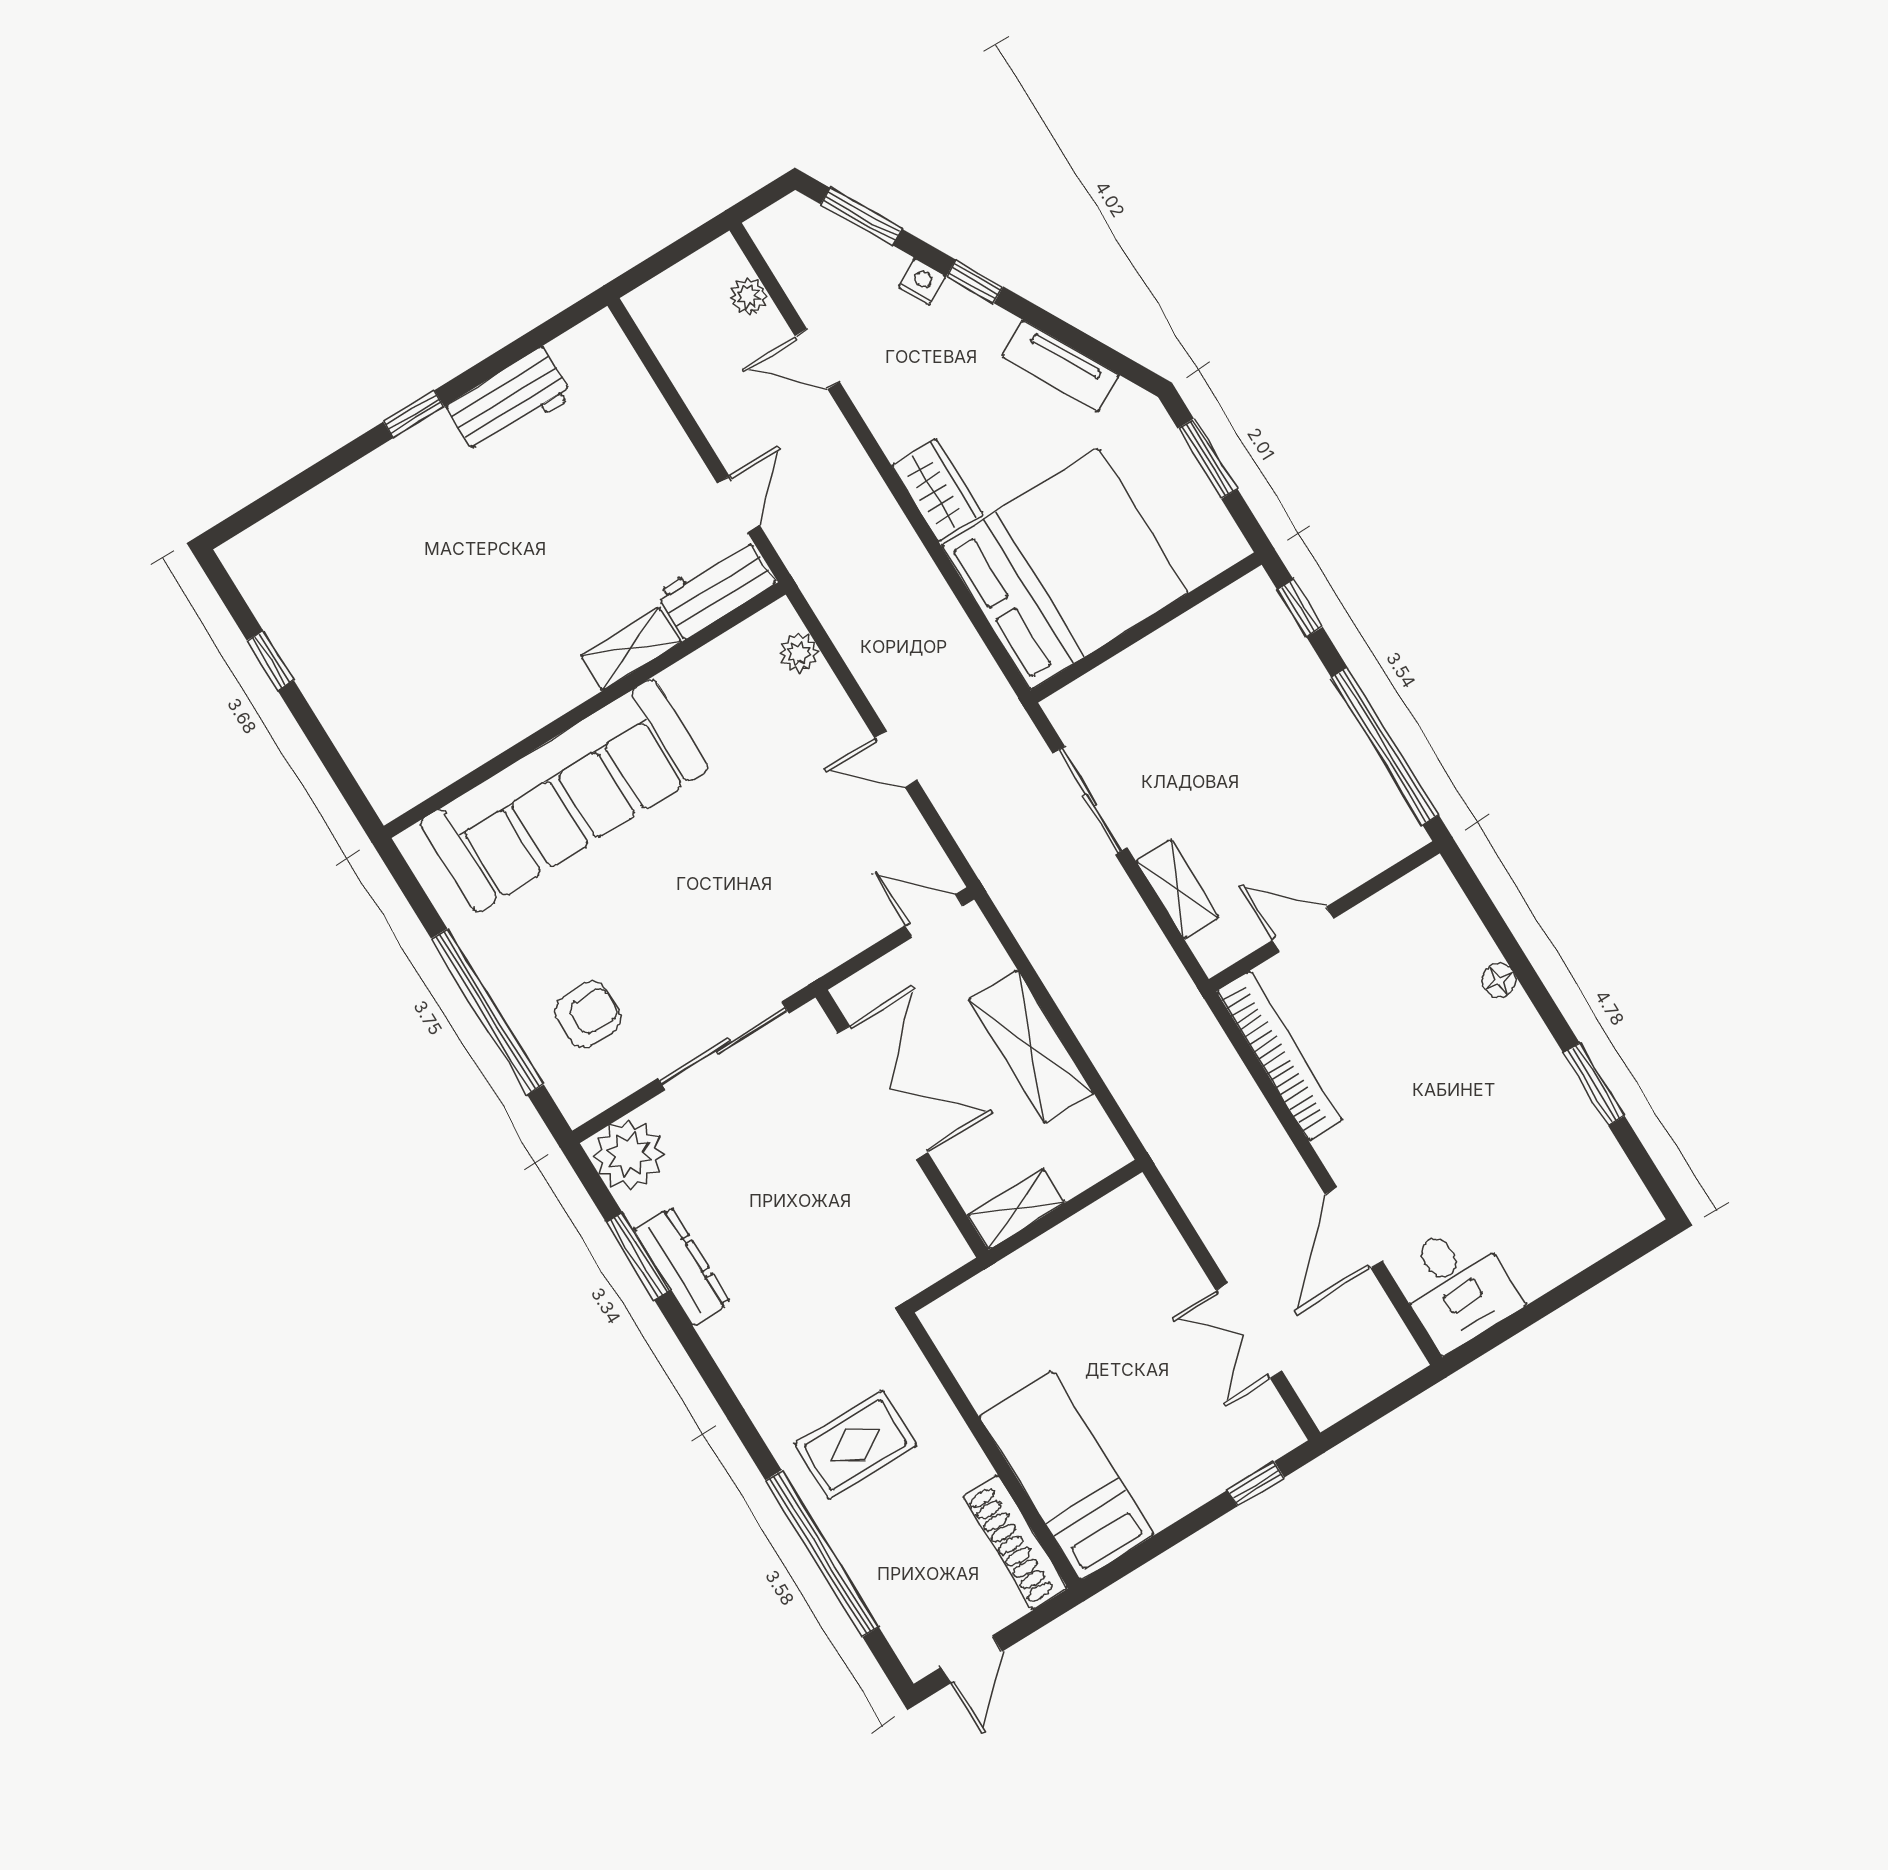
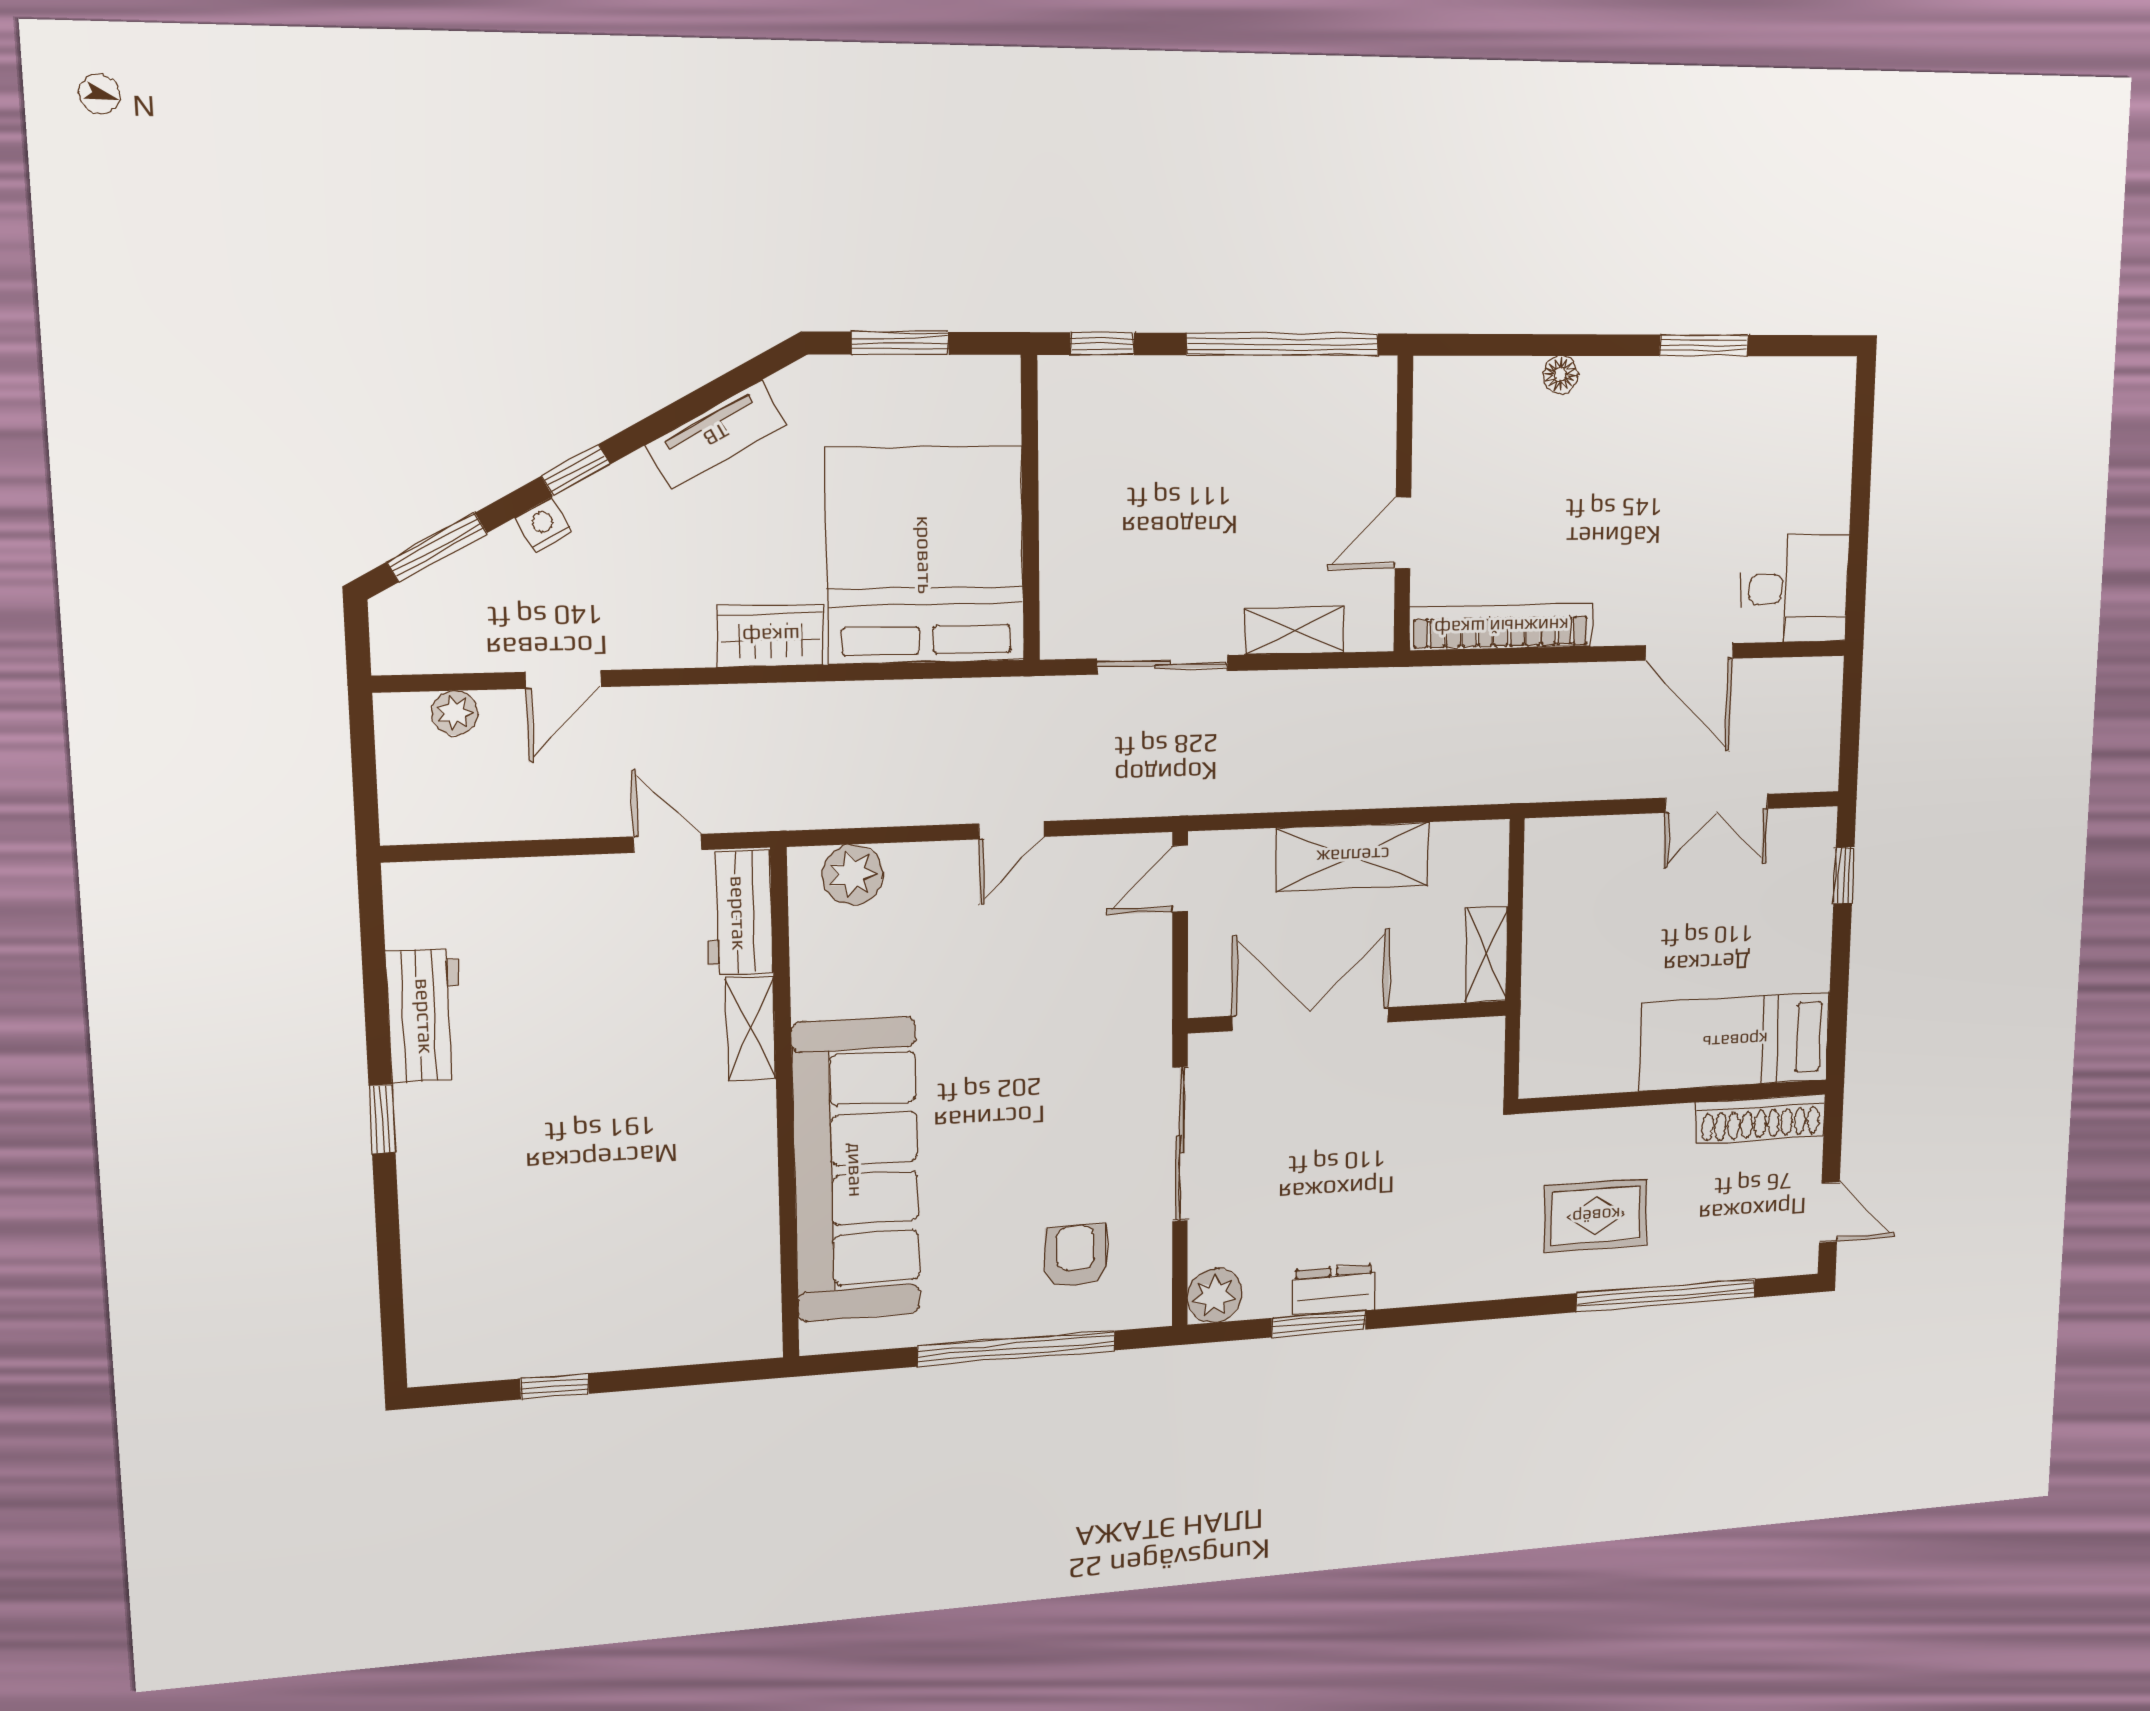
plant: (799, 653) -> (853, 874), width x1.38, depth x1.38
plant: (629, 1155) -> (1215, 1295), width x0.73, depth x0.73
dresser: (682, 1266) -> (1333, 1290), width x0.70
rug: (855, 1445) -> (1596, 1216), turned 90

